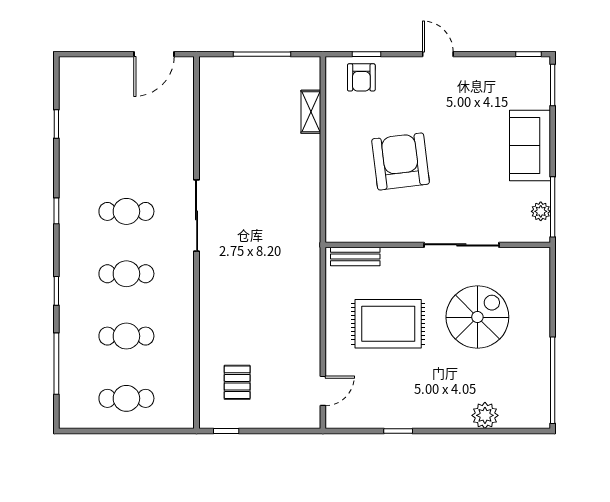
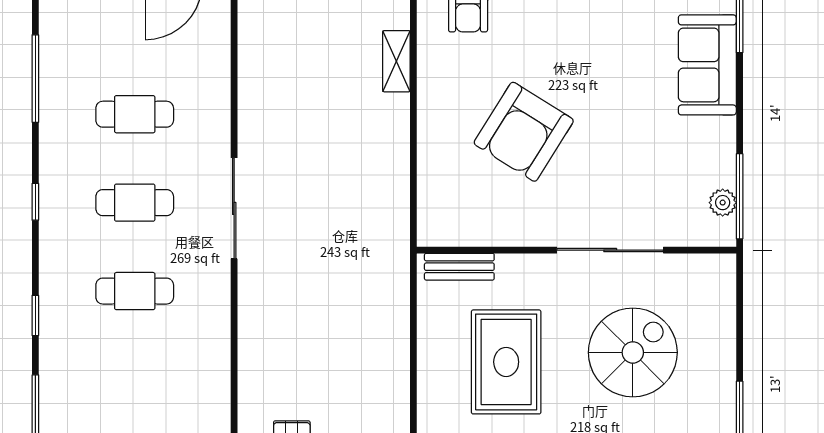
window: (56, 124) -> (35, 79), width x2.17
sofa: (530, 145) -> (707, 65), moved
armchair: (401, 161) -> (524, 132), turned -141
rug: (388, 324) -> (506, 362), turned 90
cafe table: (126, 336) -> (135, 114), moved

